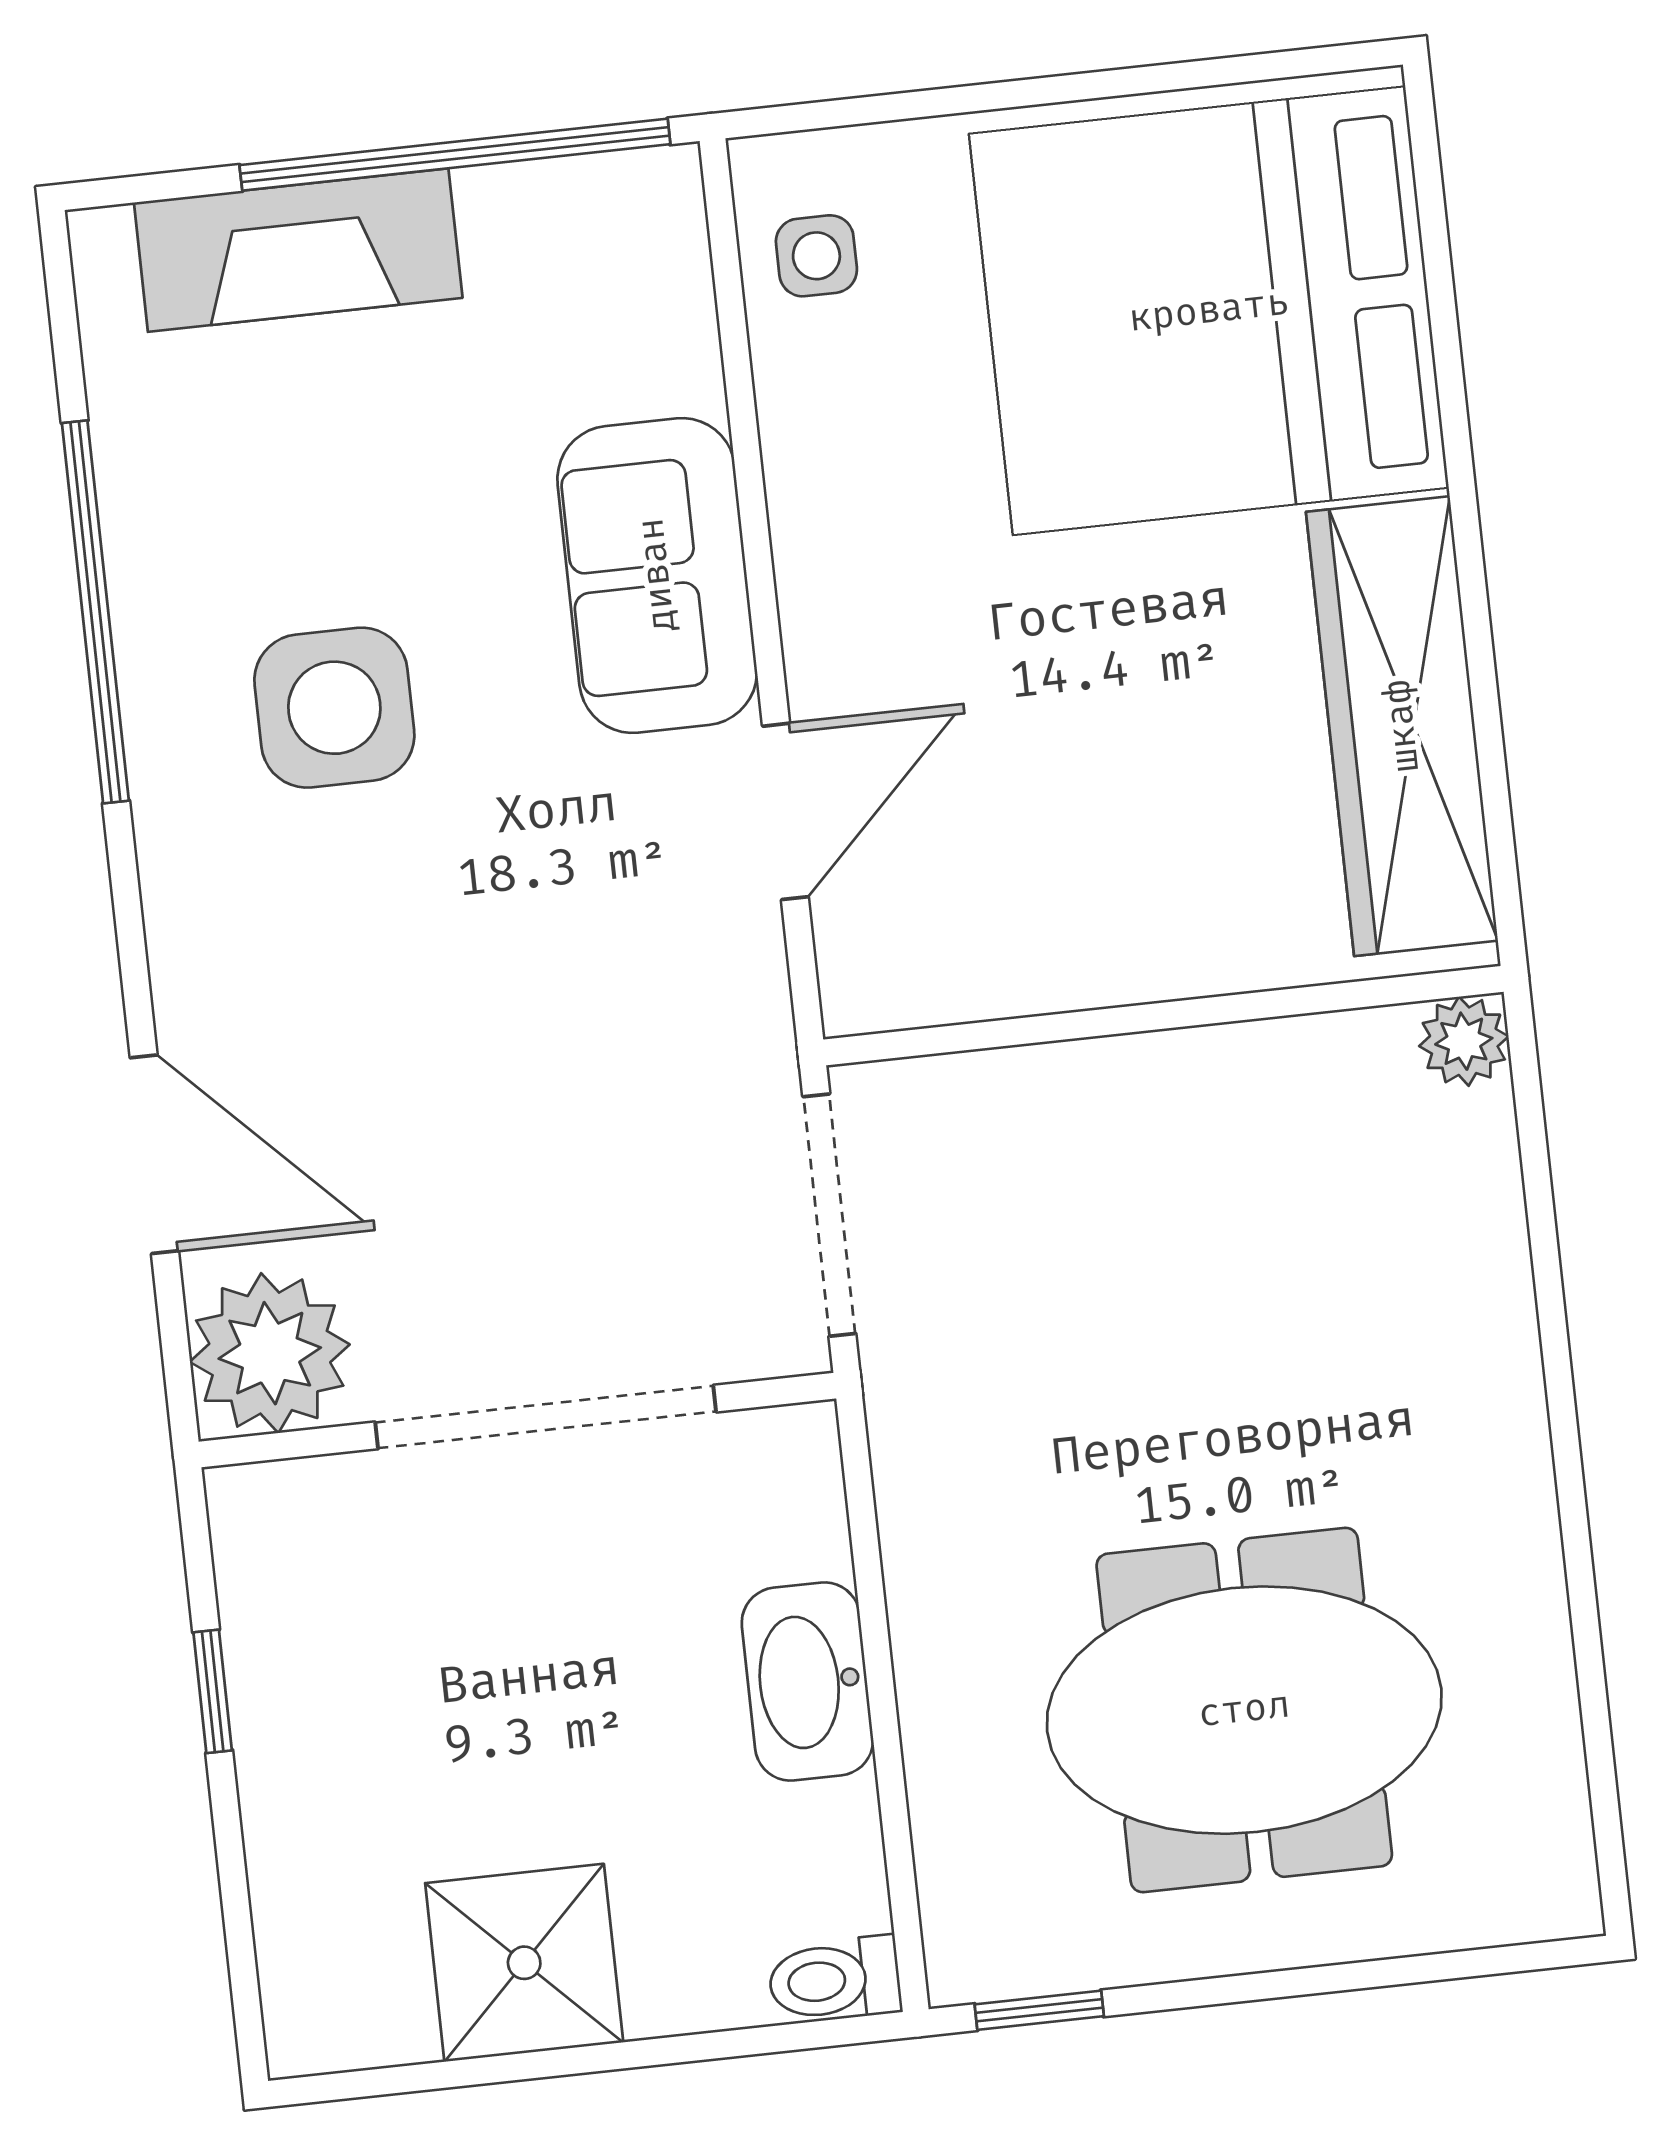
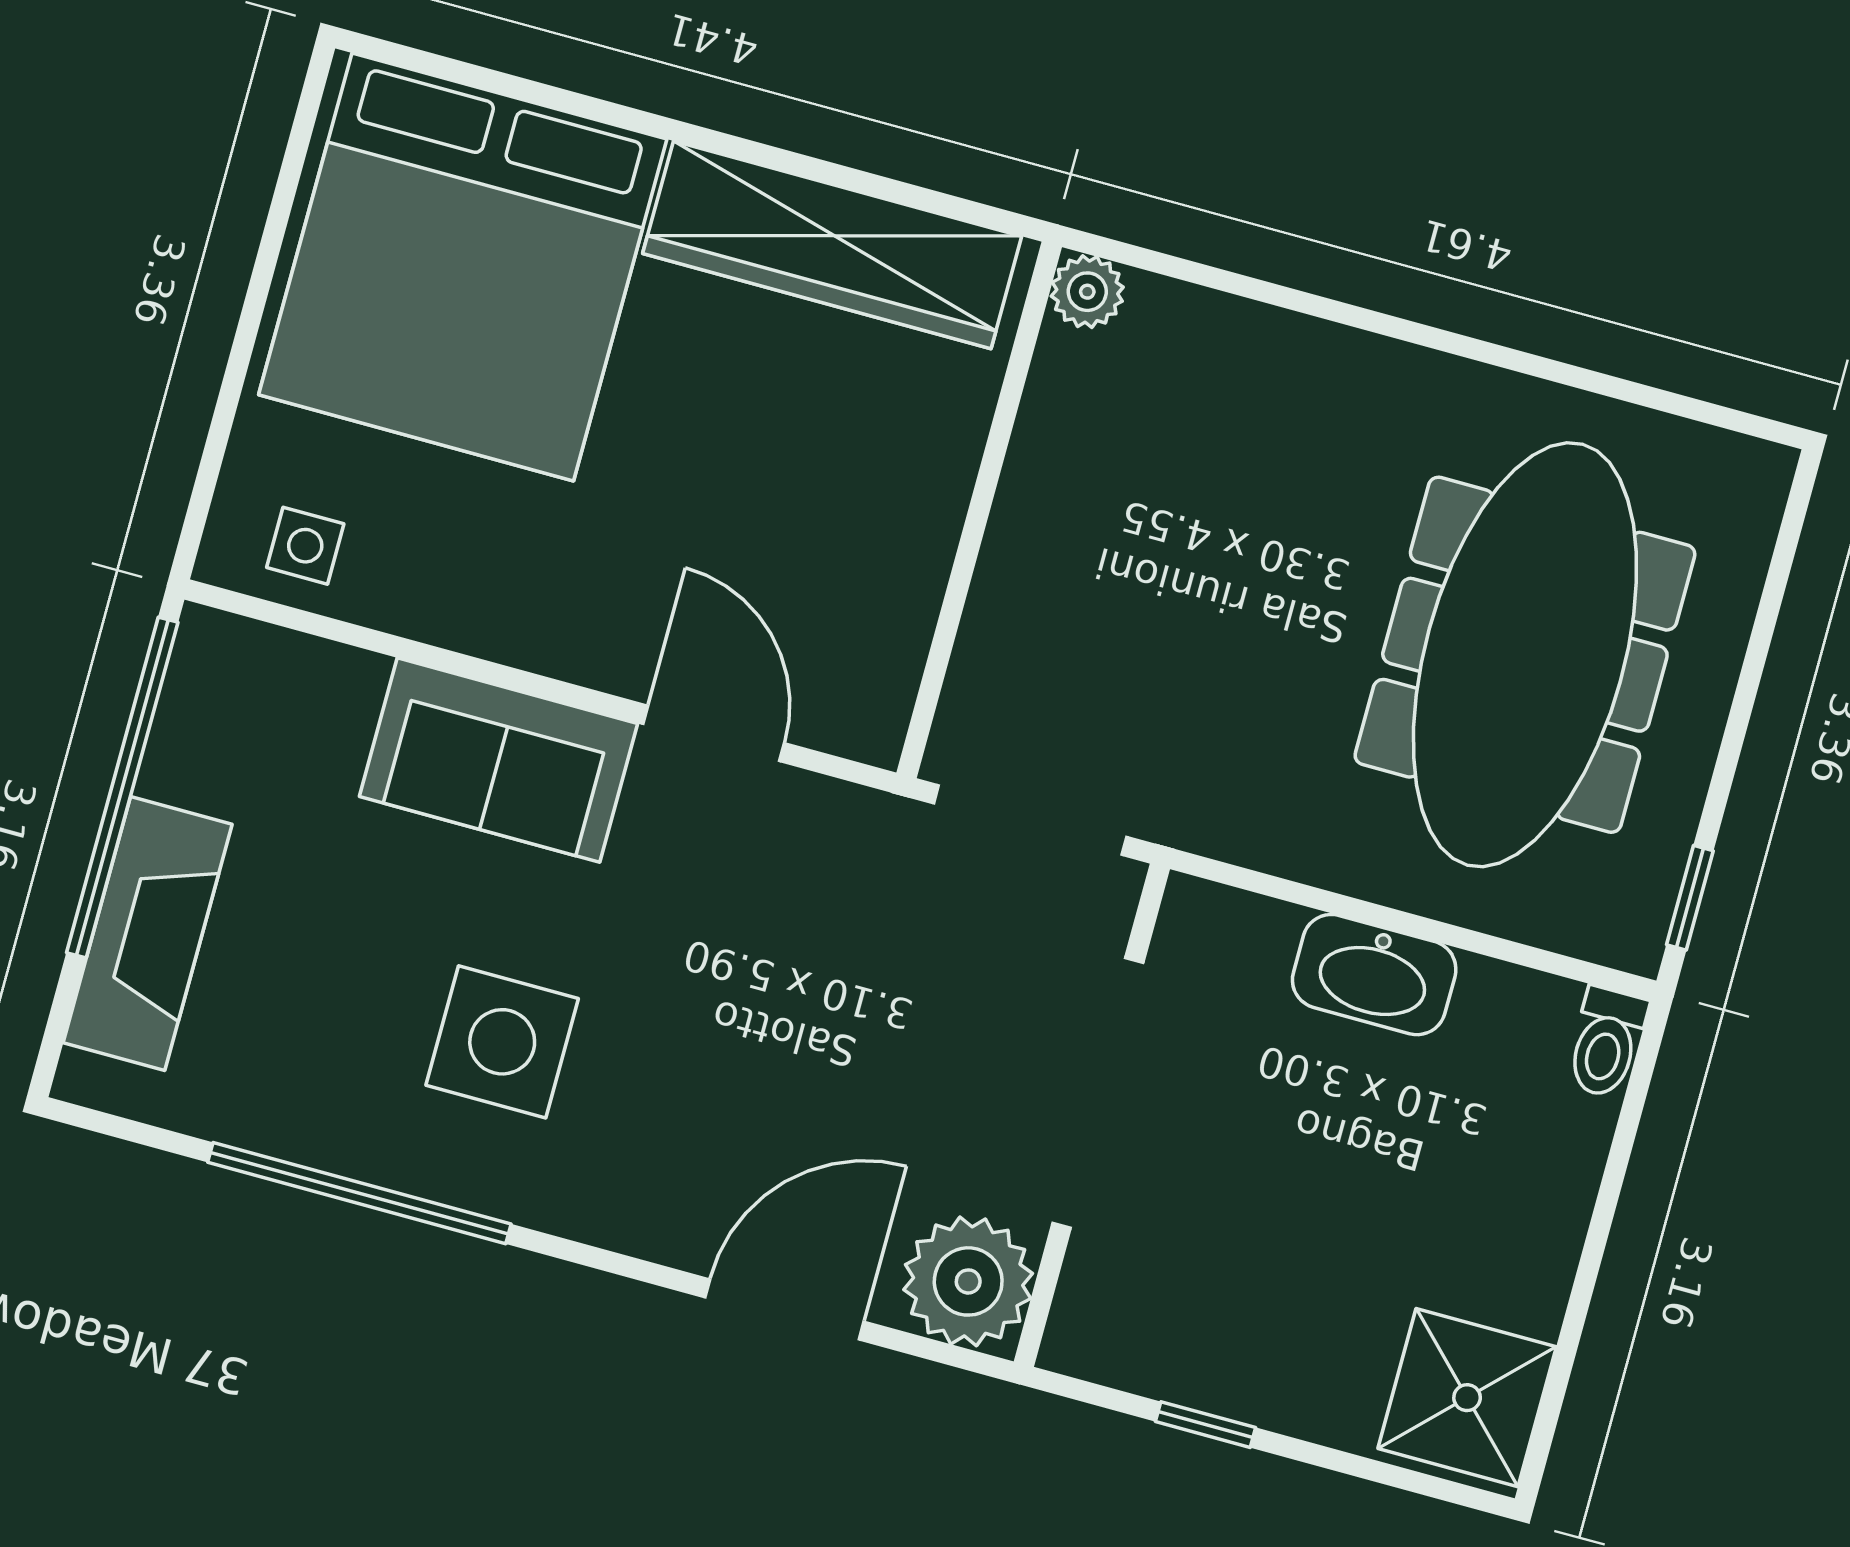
meeting table: (1244, 1710) -> (1525, 655), width x1.36
shower: (524, 1963) -> (1467, 1398), moved

